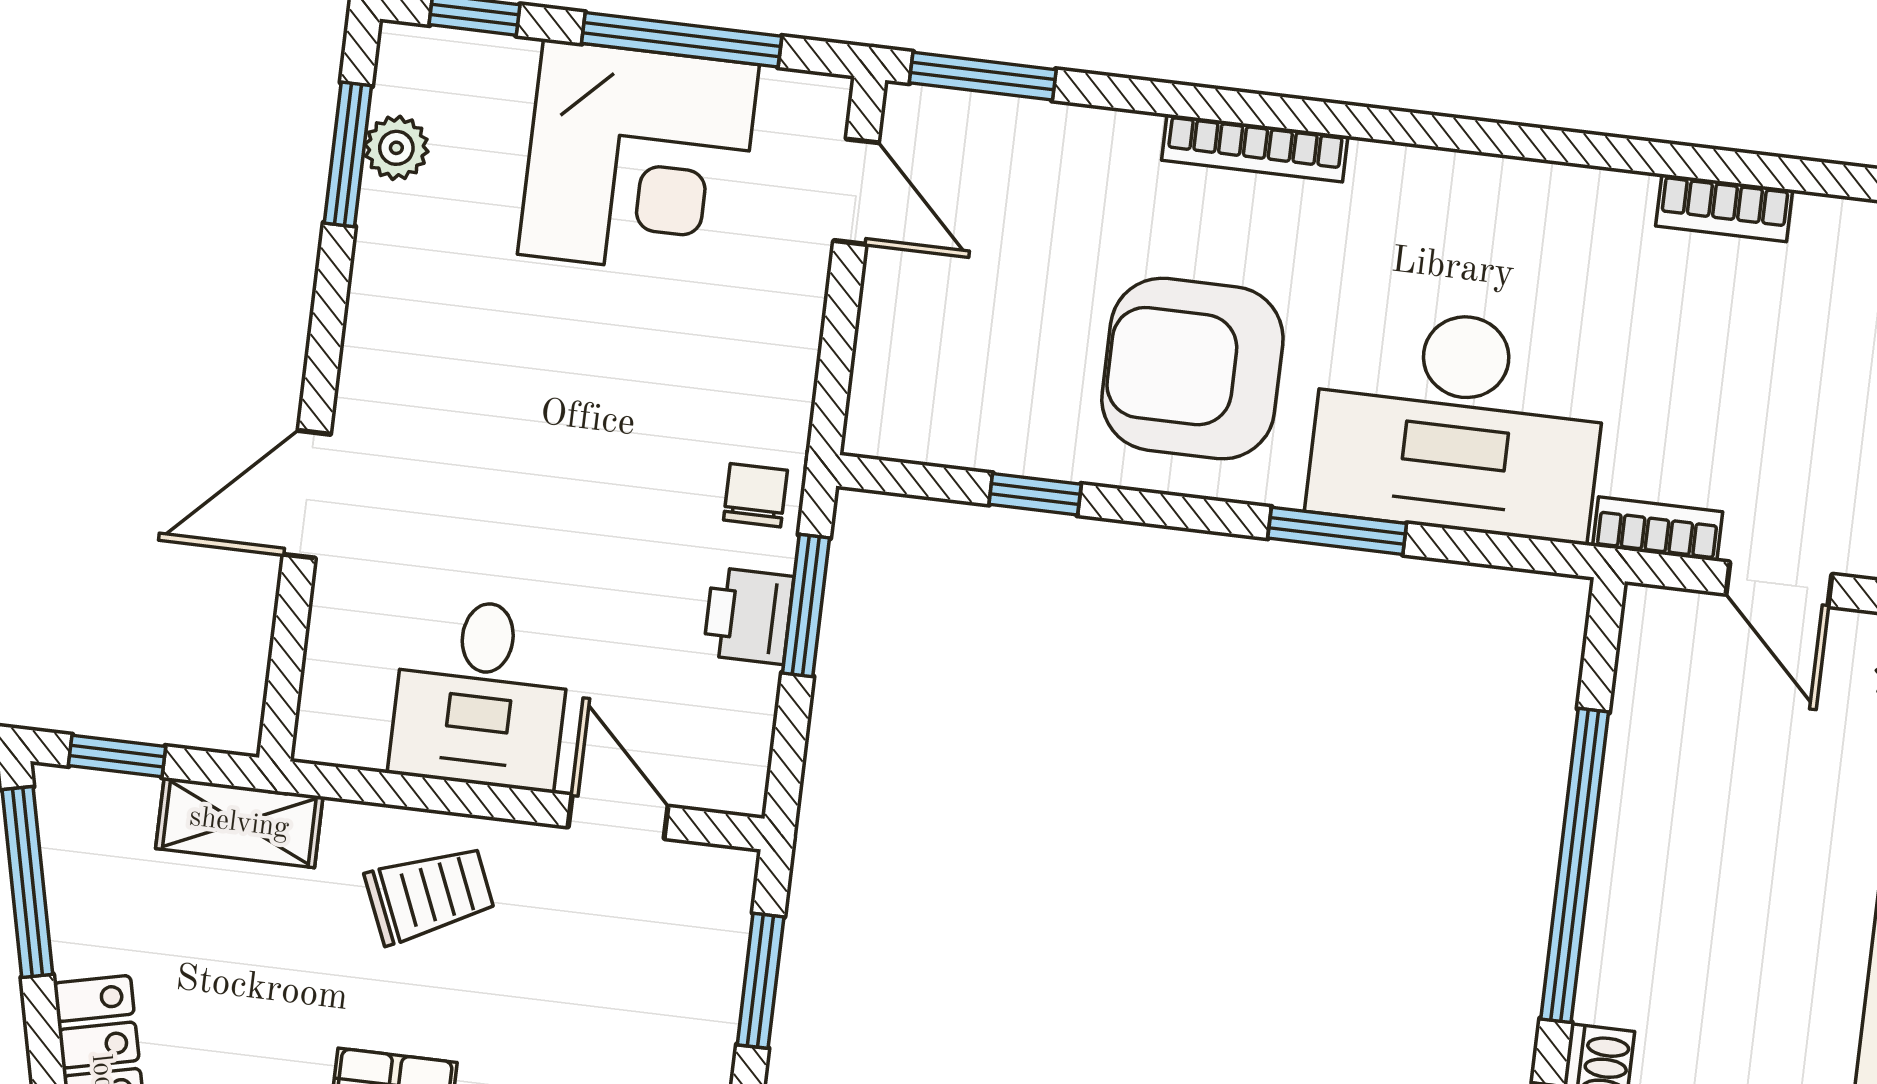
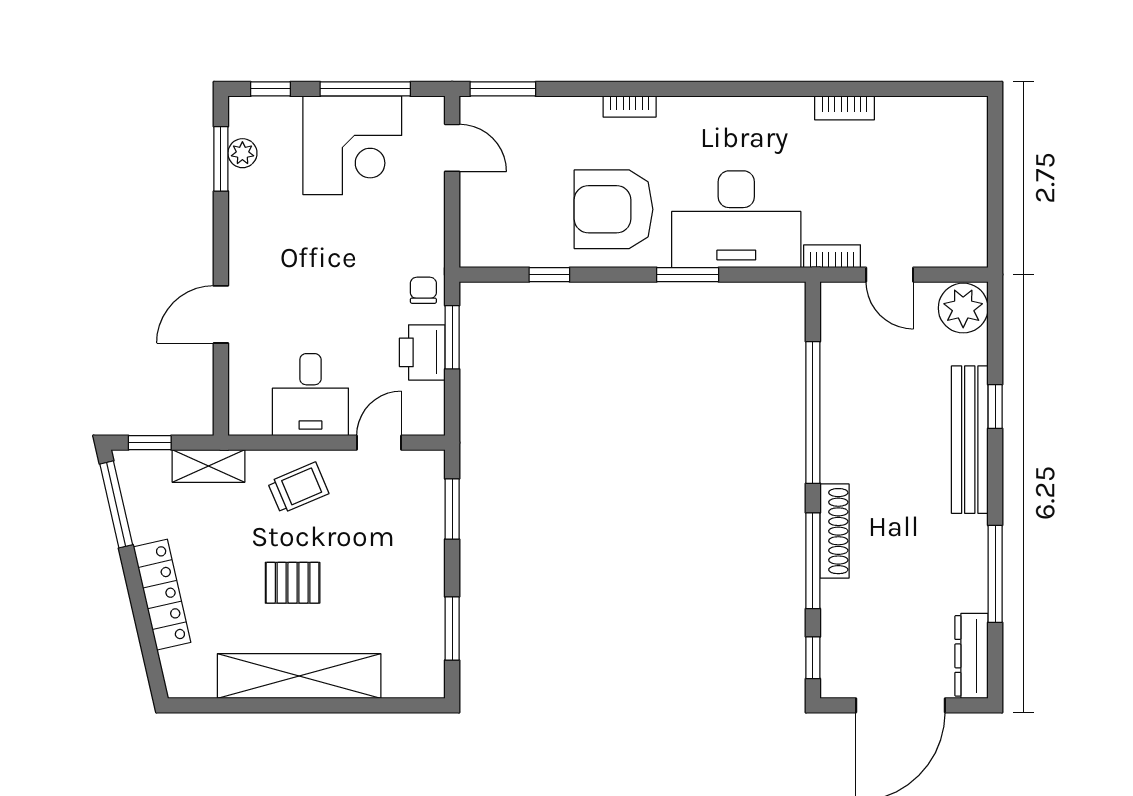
bookcase: (1255, 148) -> (630, 106), width x0.64
printer: (748, 616) -> (422, 352), width x1.36, depth x1.24
door: (618, 817) -> (379, 443), hinge flipped

